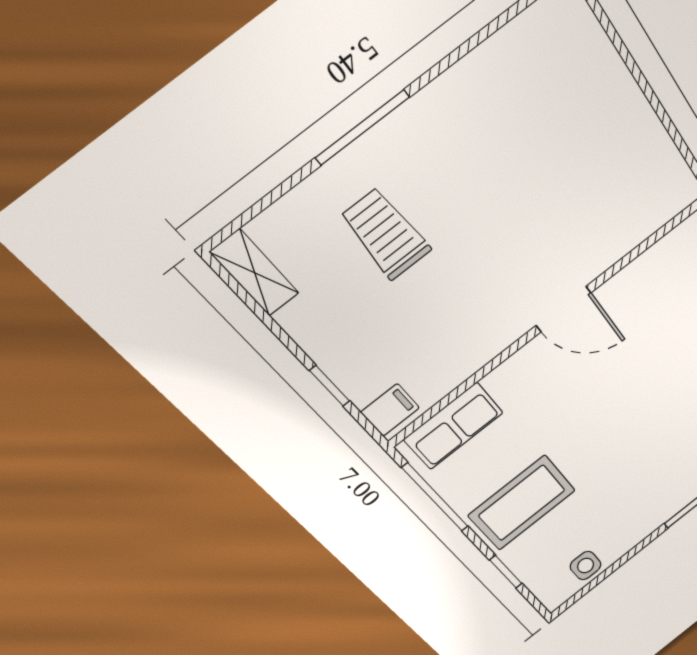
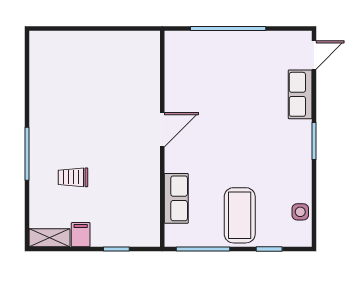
trolley: (386, 234) -> (73, 177), width x0.73, depth x0.72
filing cabinet: (390, 410) -> (81, 235), moved
row of seats: (454, 426) -> (176, 198), moved

